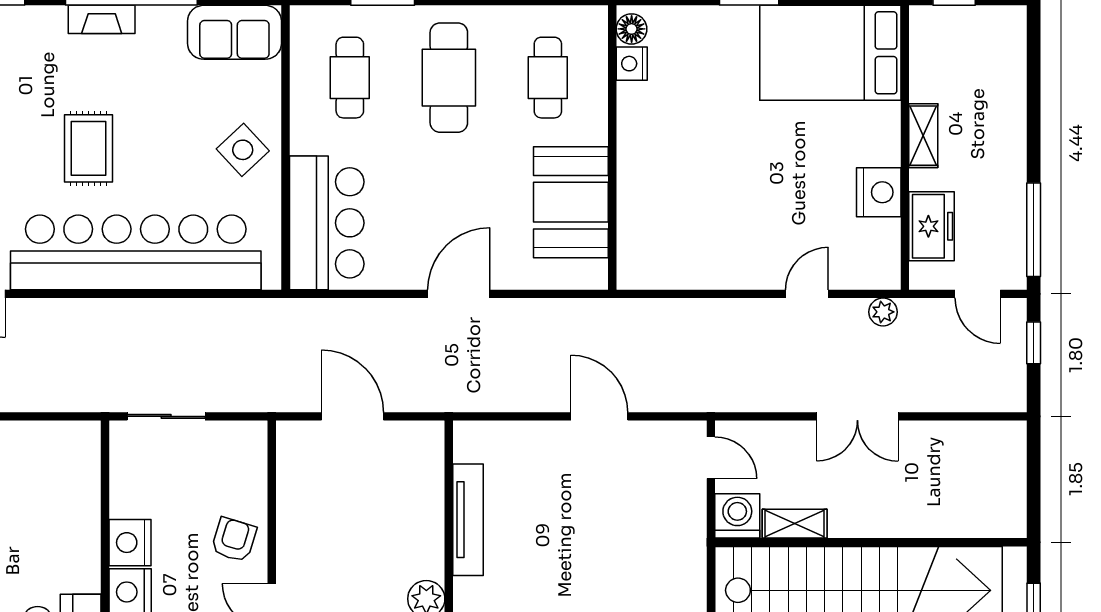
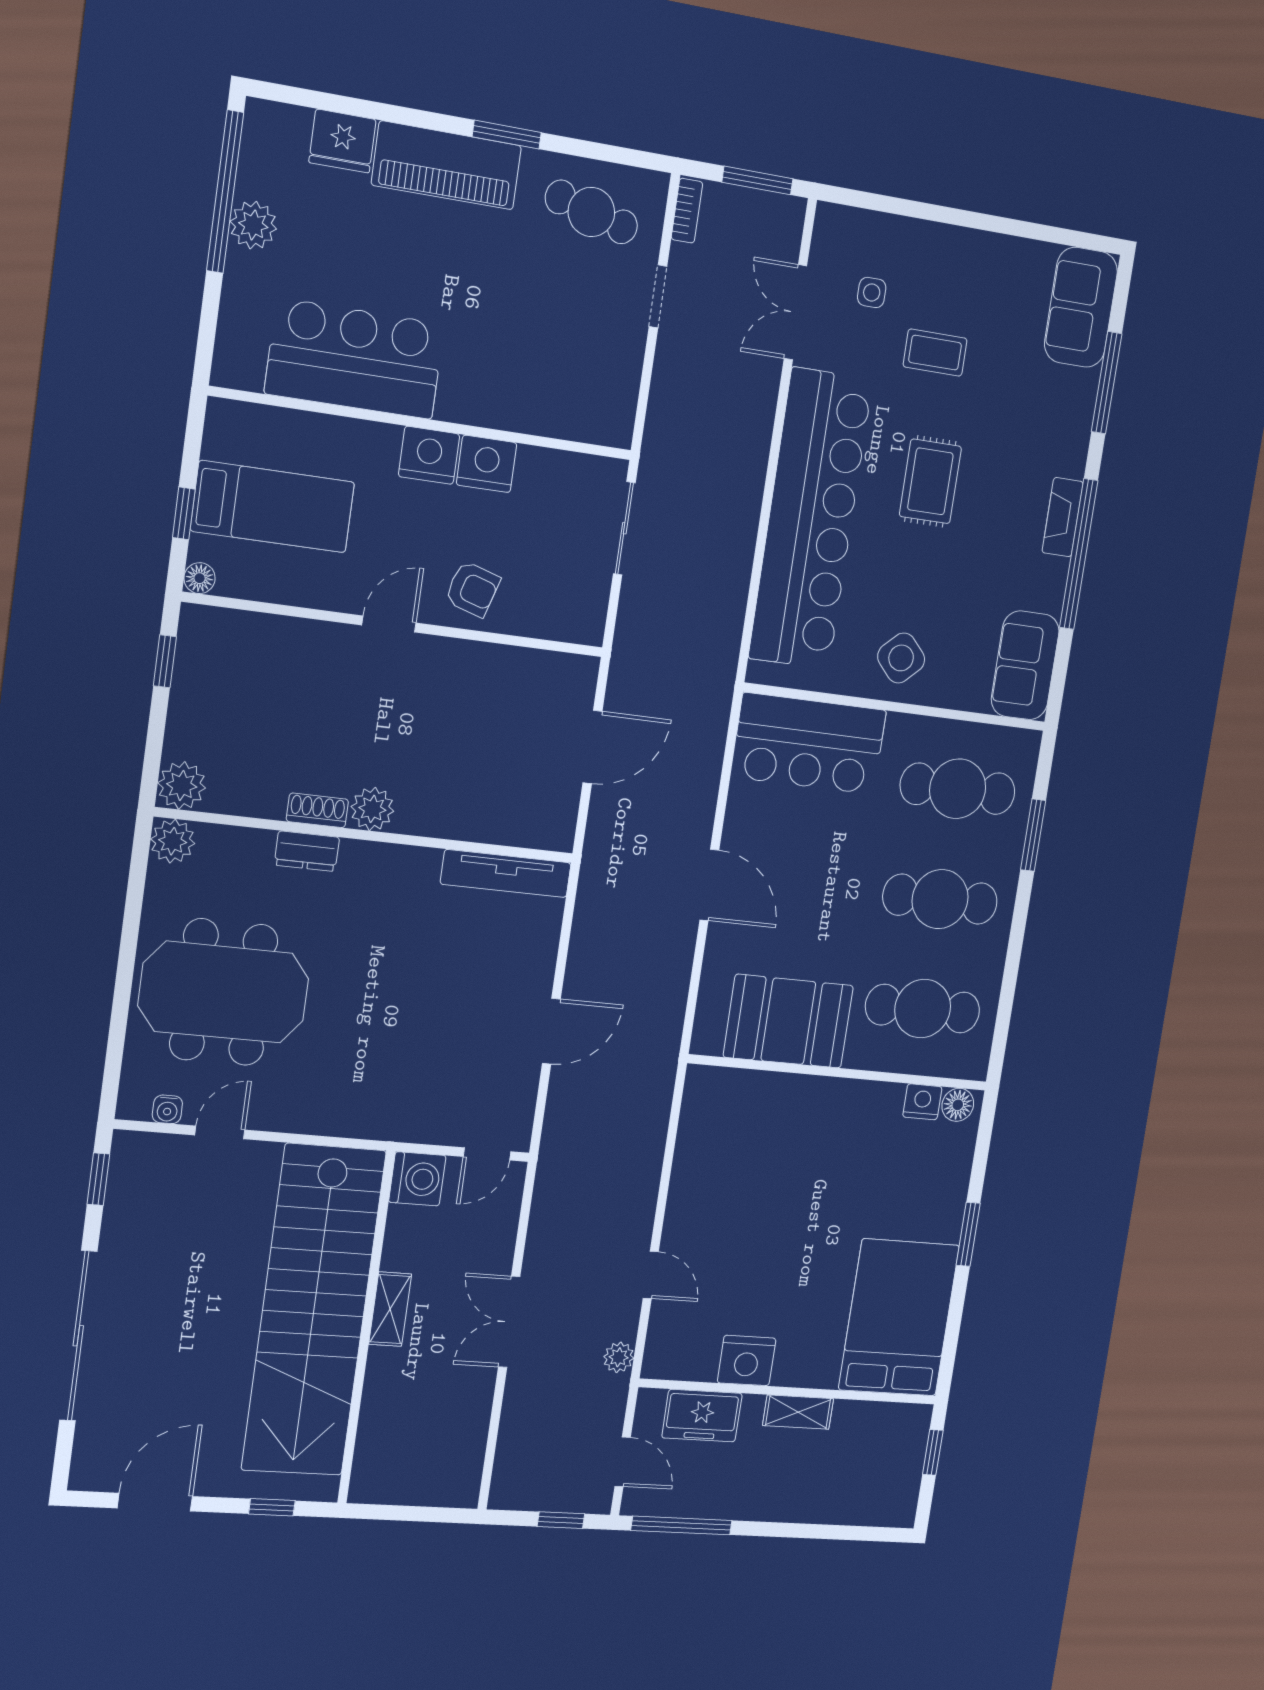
cafe table: (350, 78) -> (958, 789), width x1.37, depth x1.35
cafe table: (548, 78) -> (923, 1009), width x1.37, depth x1.35
rug: (89, 148) -> (930, 481), turned 90
door: (978, 294) -> (623, 1462), swing flipped
tv unit: (468, 520) -> (506, 874), moved
shelving: (795, 524) -> (390, 1309), moved

